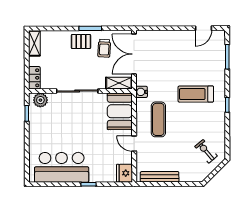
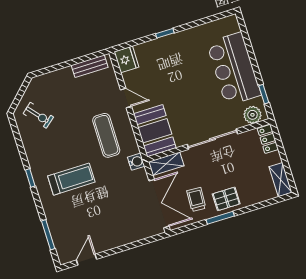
bar counter: (62, 167) -> (234, 69), moved, turned 90
bench: (160, 177) -> (90, 66), width x0.73

